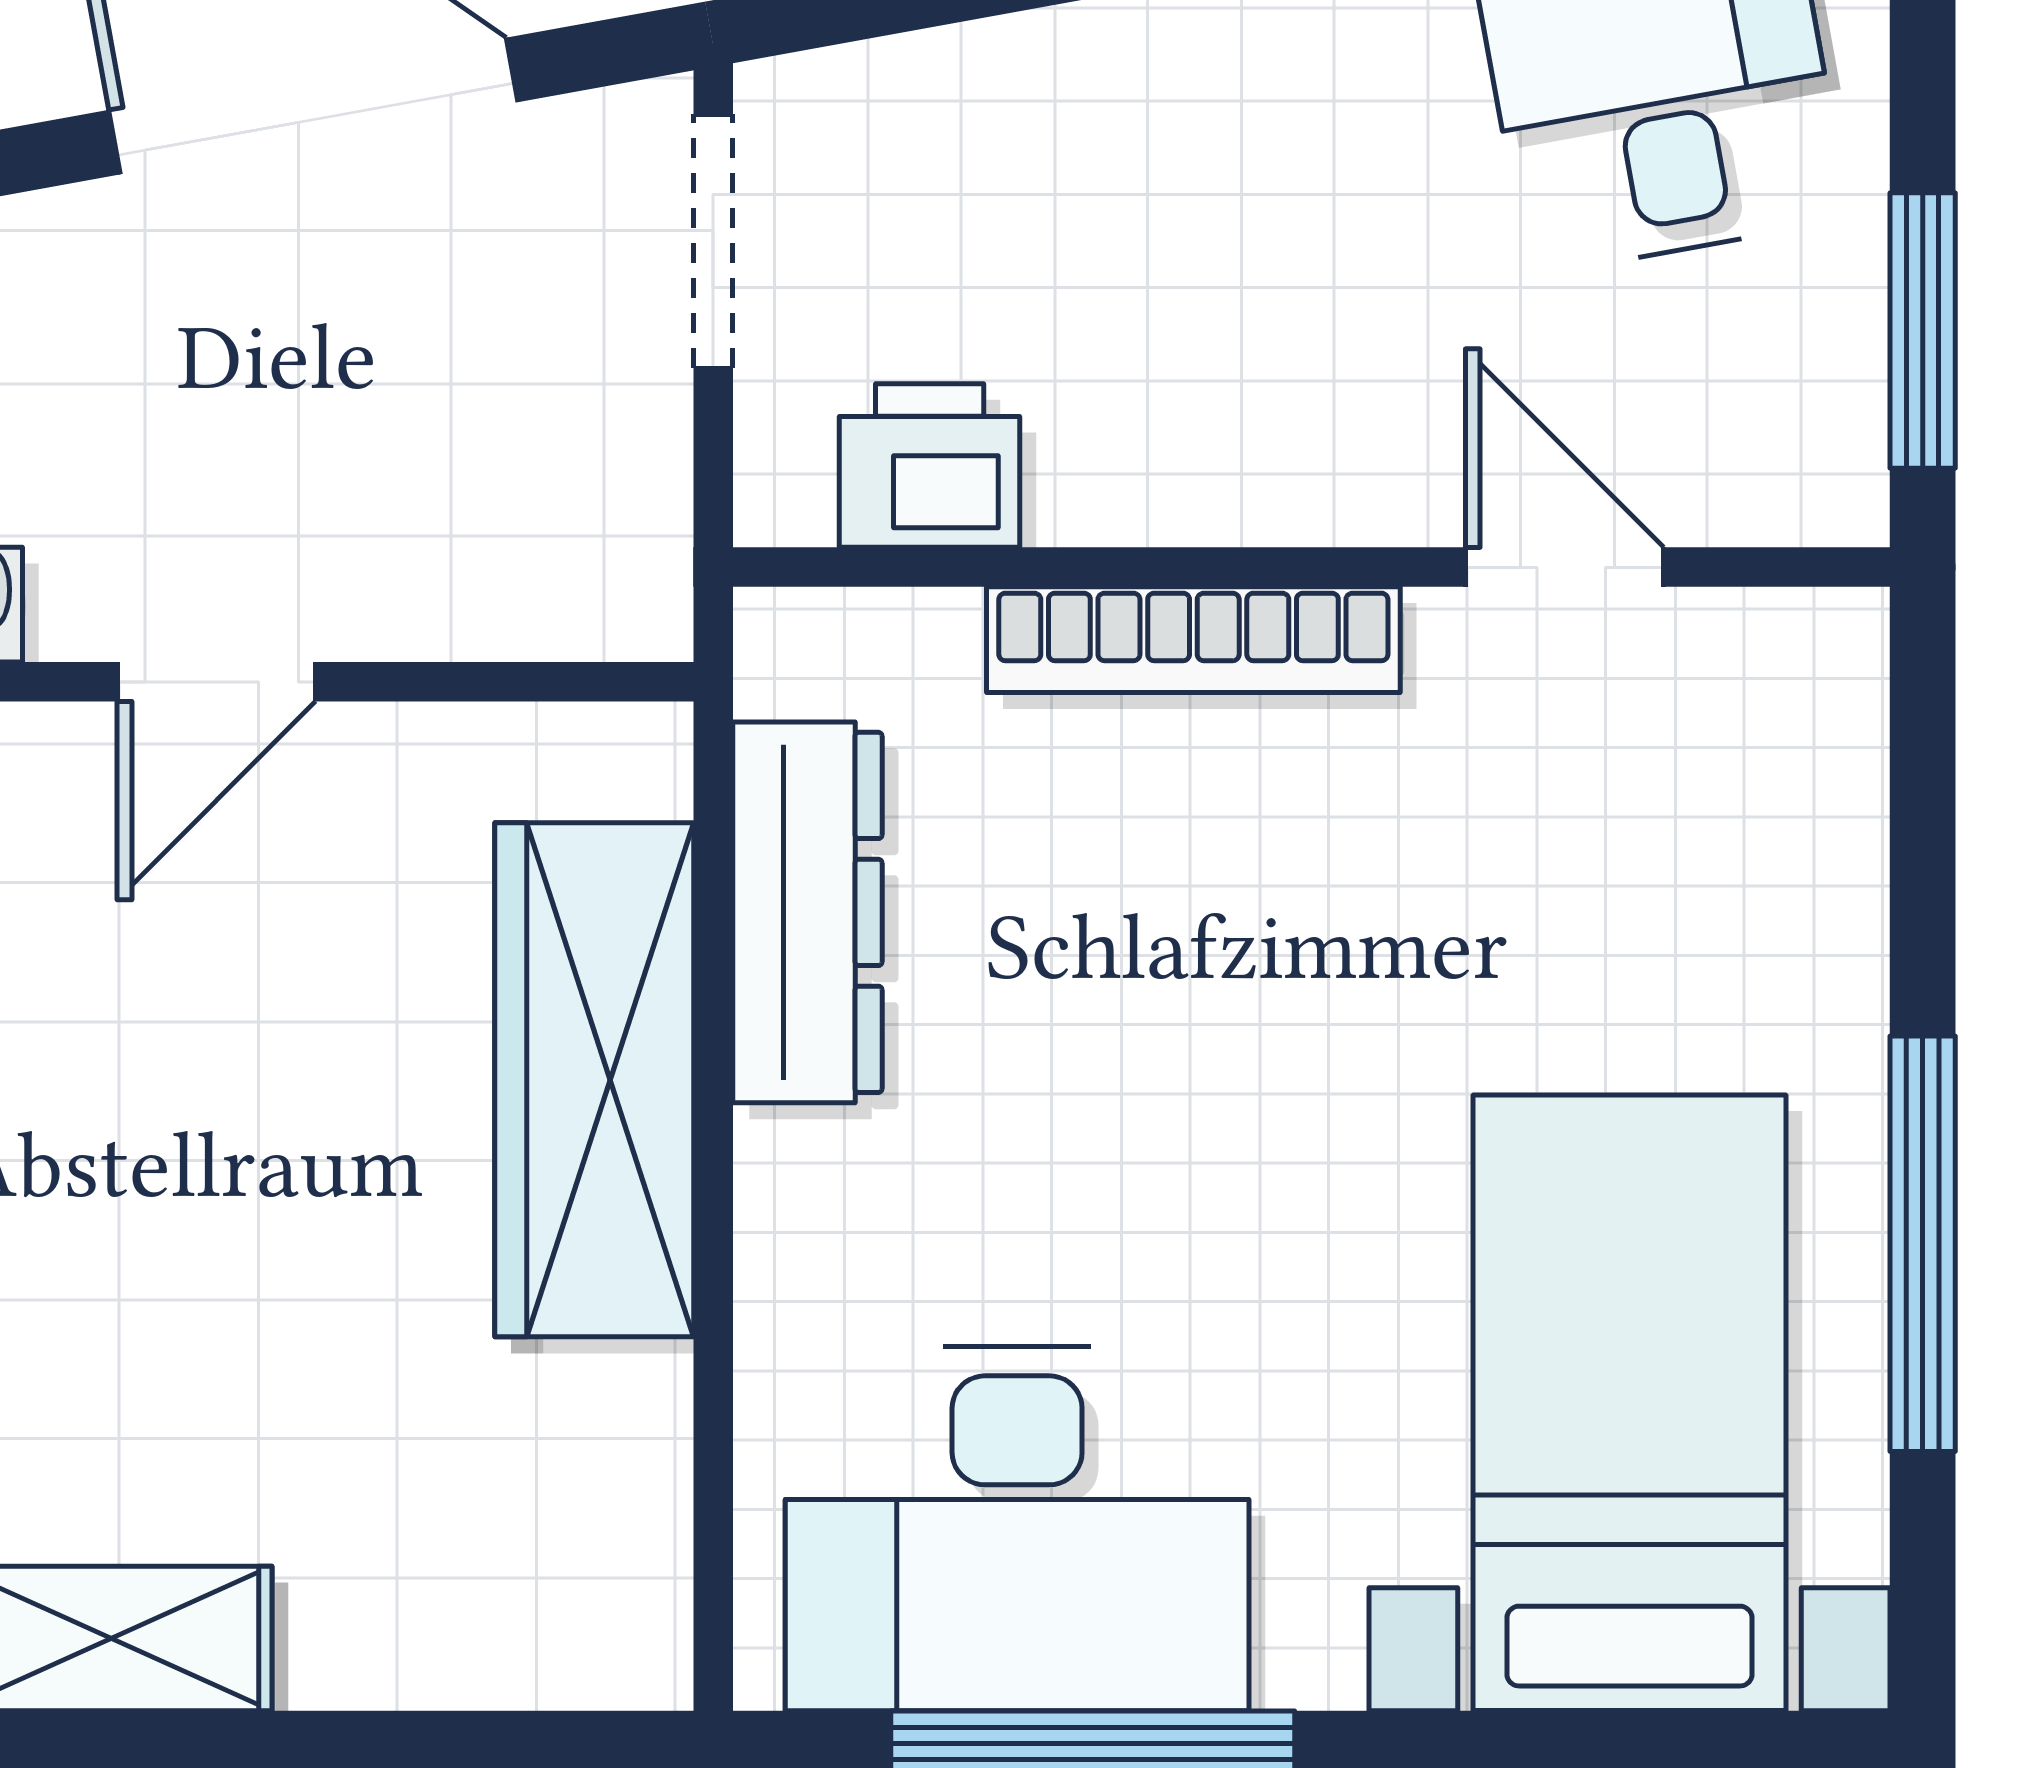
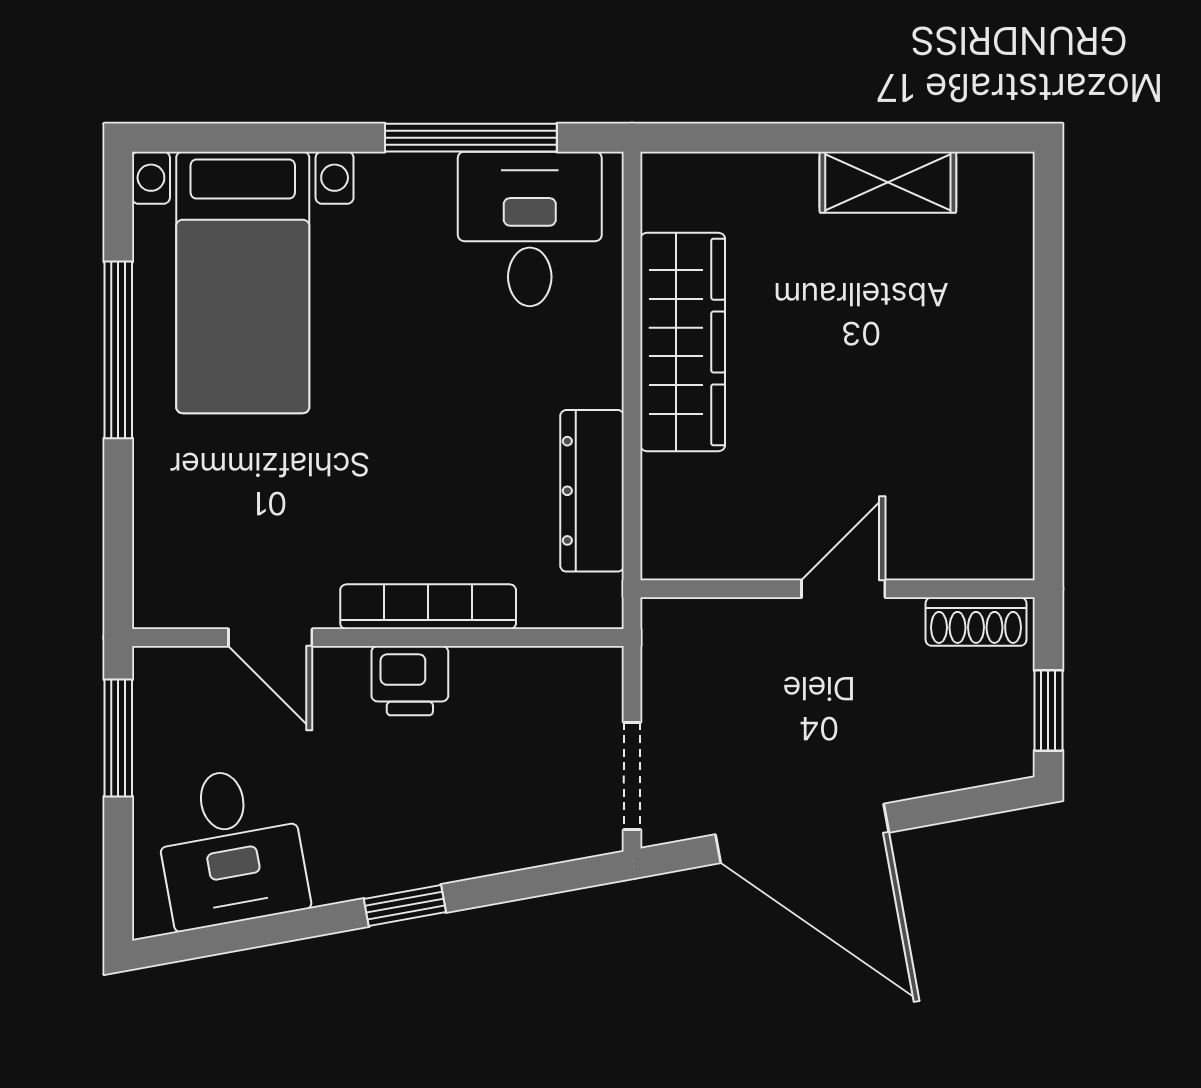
printer: (930, 466) -> (410, 681), moved
wardrobe: (594, 1080) -> (683, 342), moved
desk: (1017, 1529) -> (530, 229), width x0.73

